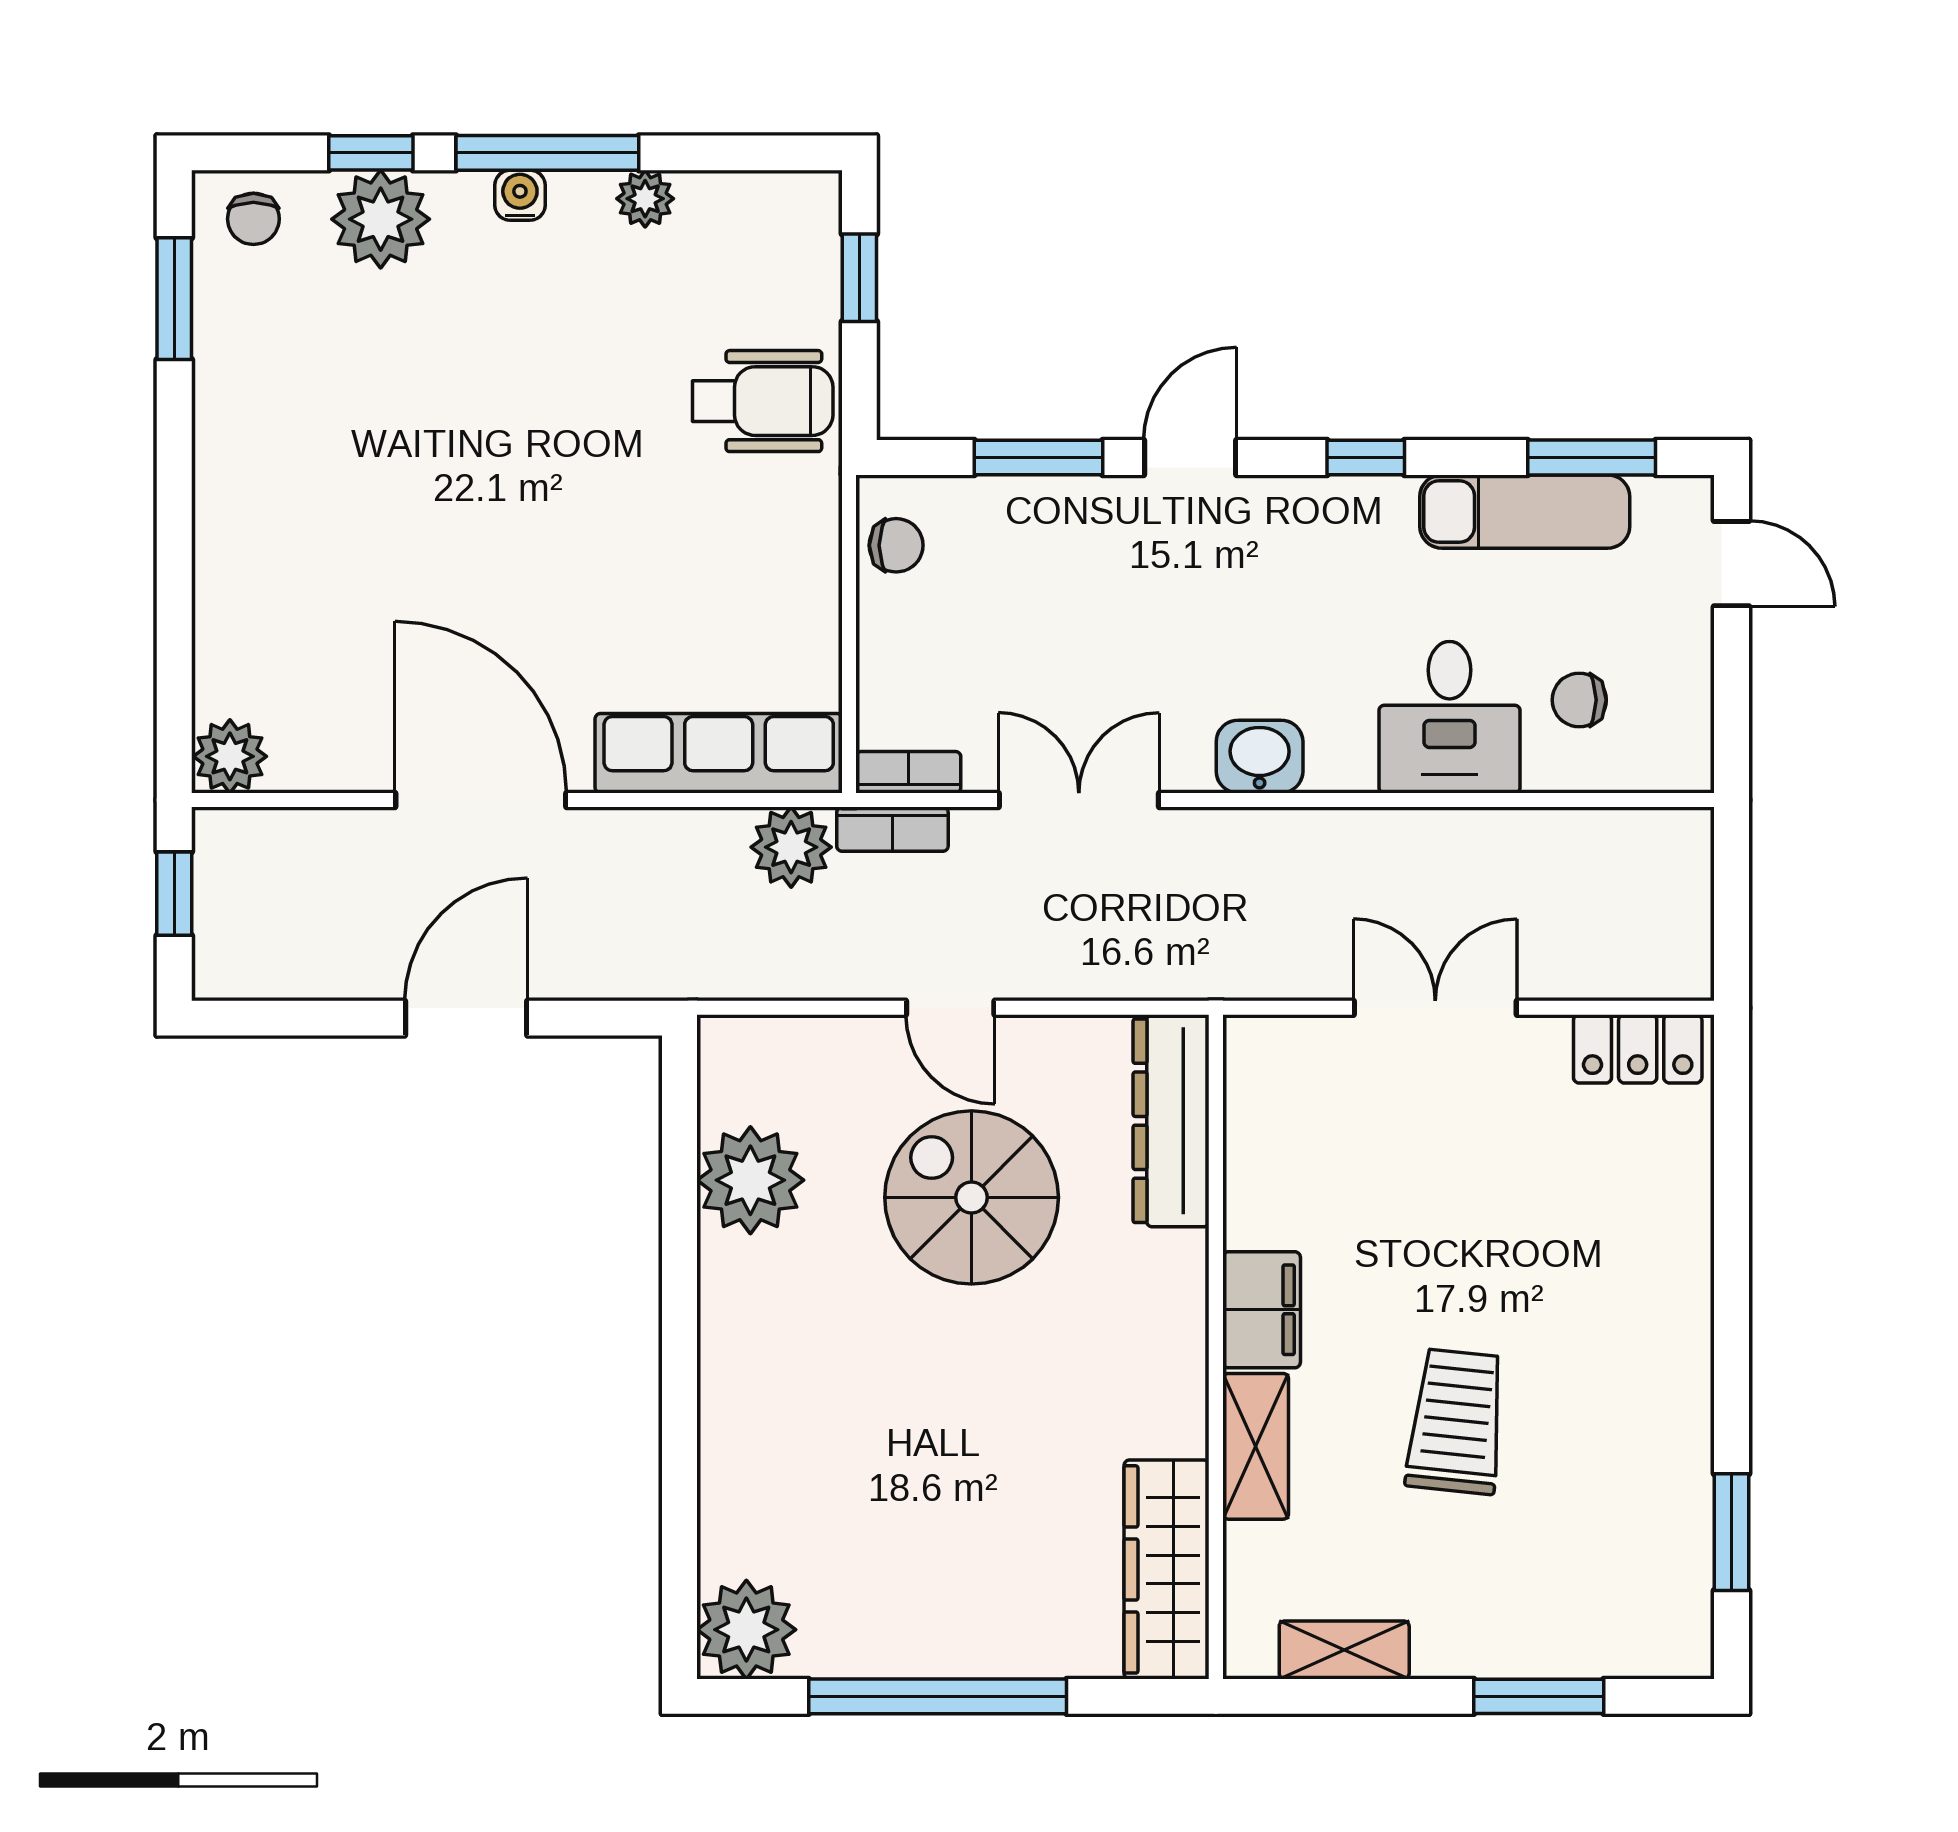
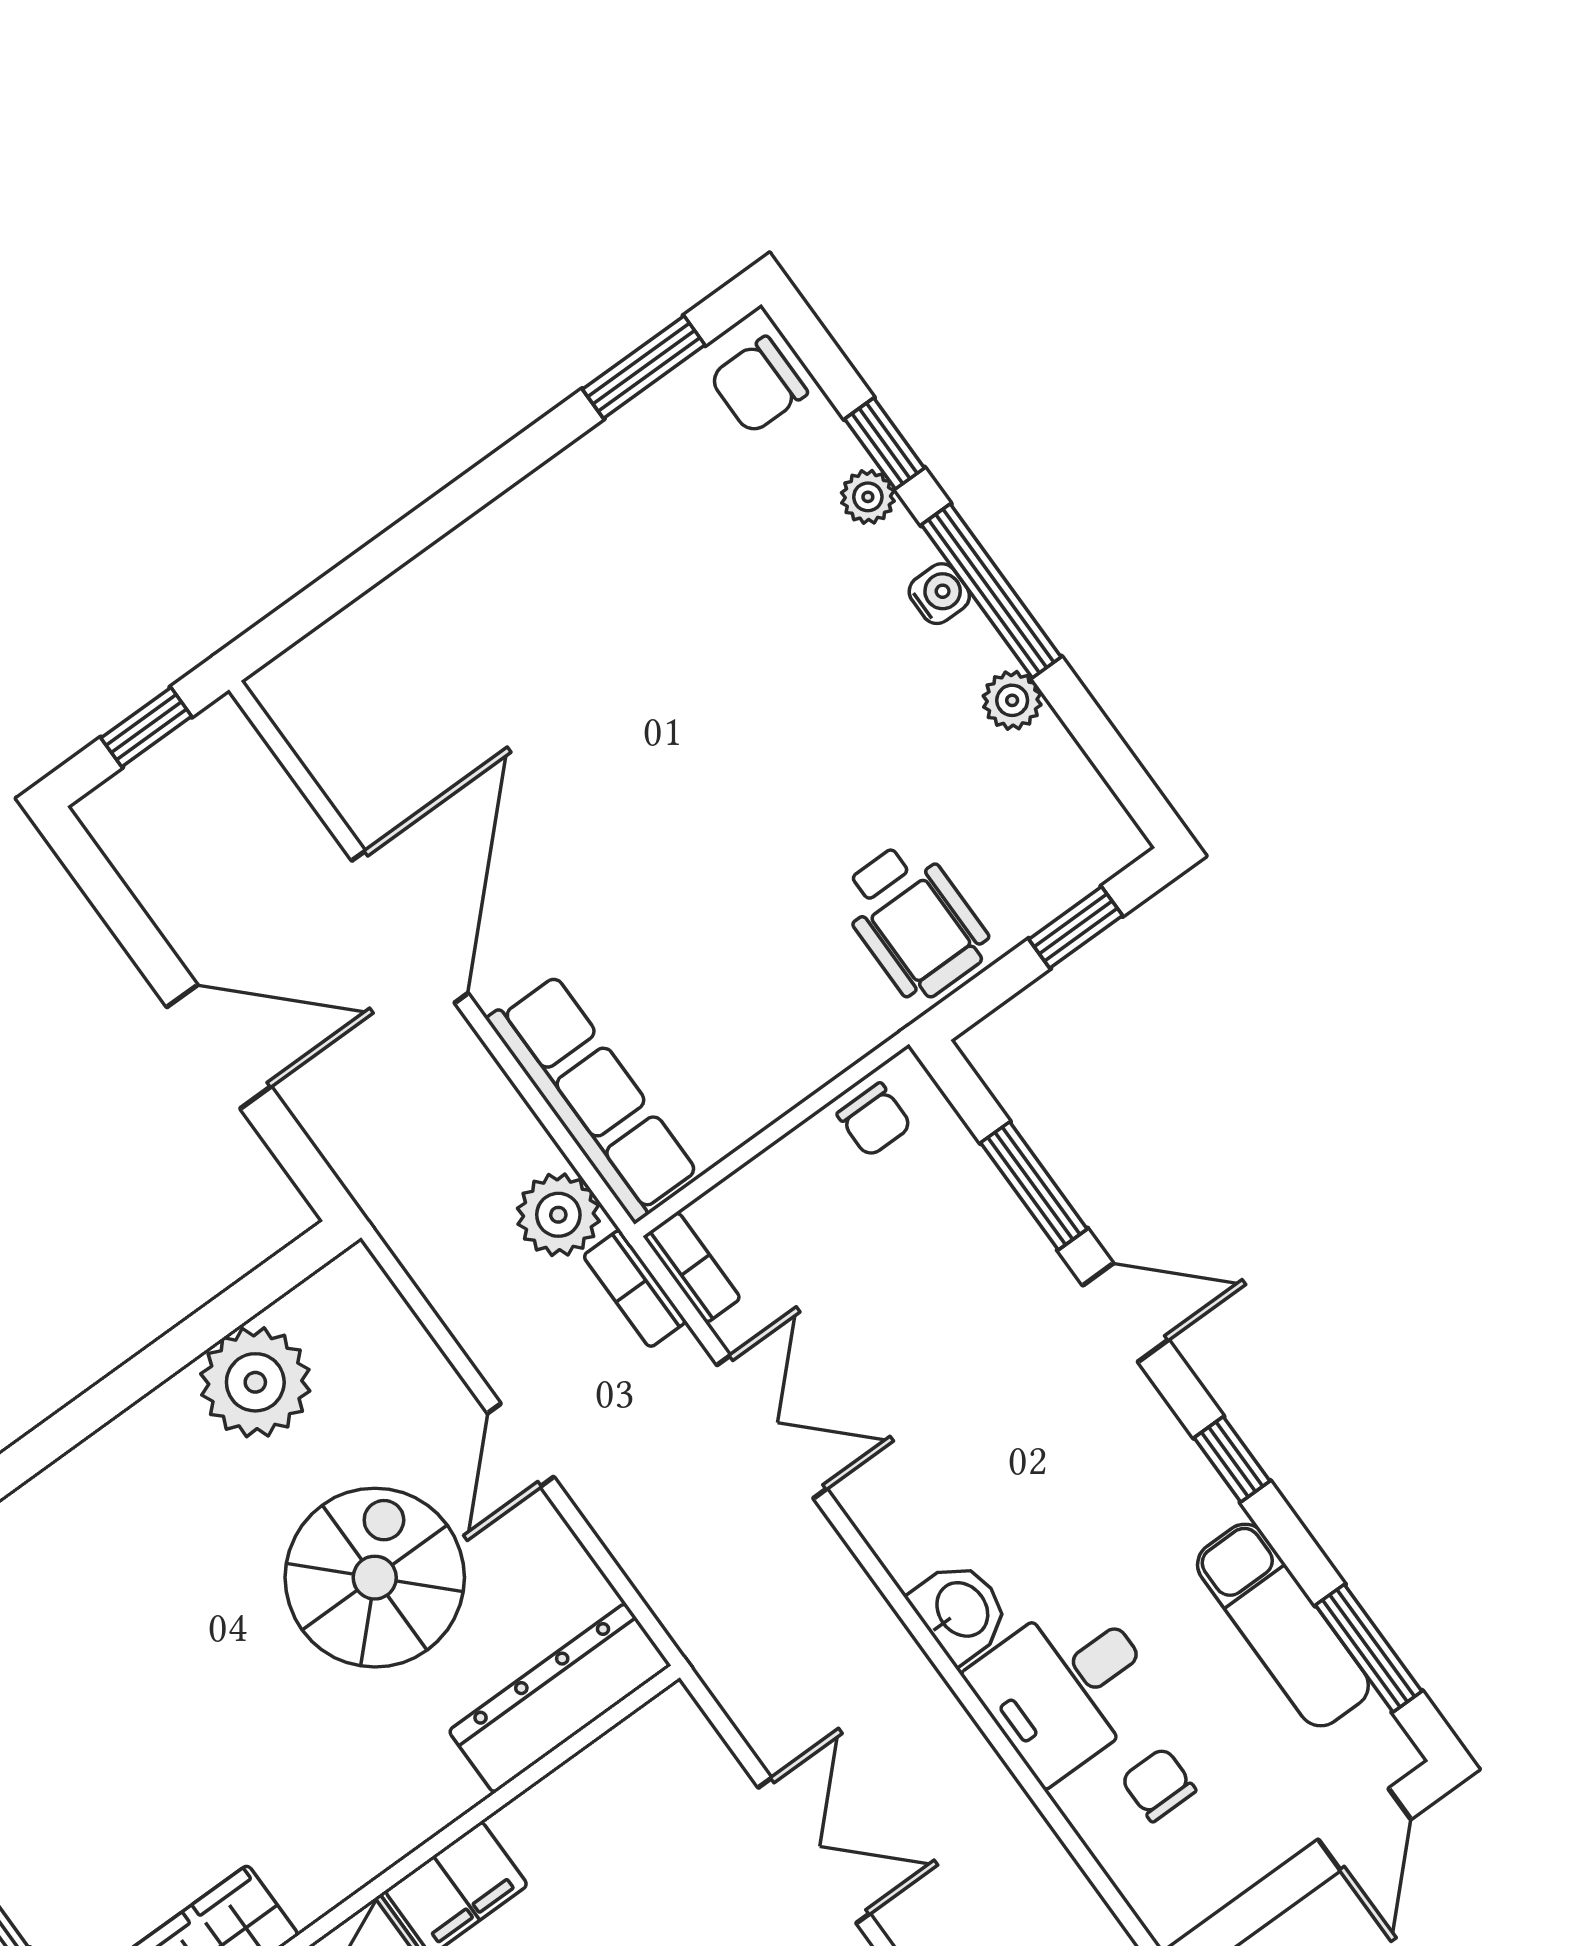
chair: (253, 219) -> (758, 385), width x1.37, depth x1.37
plant: (381, 219) -> (868, 497), width x0.53, depth x0.53
plant: (230, 756) -> (295, 691), removed
washbasin: (1260, 757) -> (960, 1611), moved

